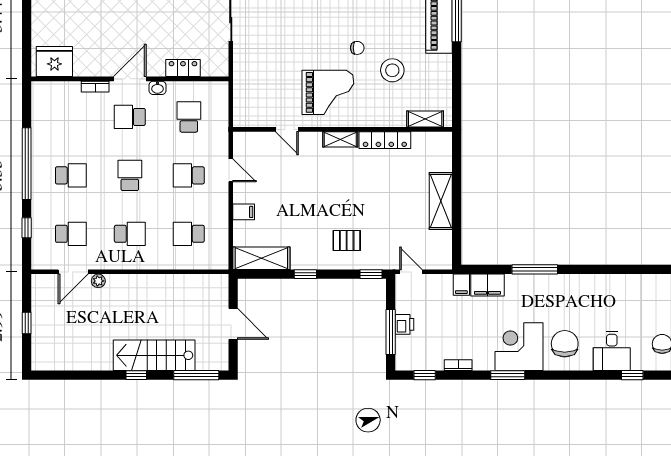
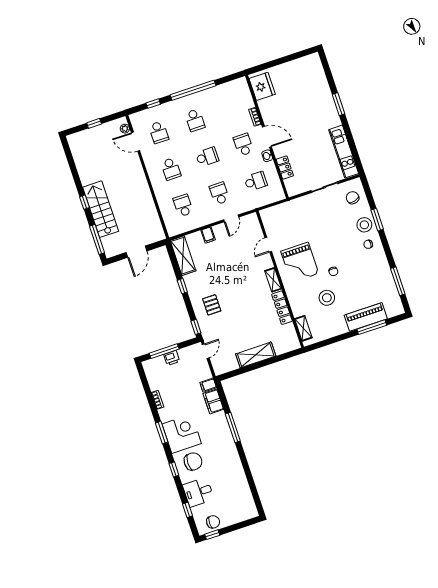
plant: (98, 281) -> (125, 129), moved
window: (425, 375) -> (174, 469), moved

